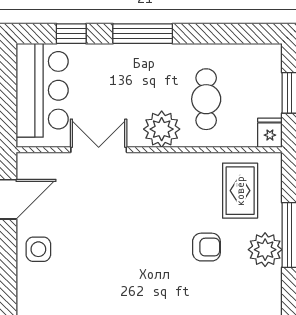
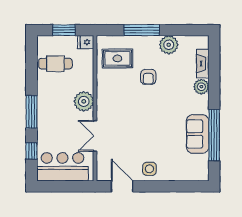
cafe table: (206, 99) -> (55, 64), moved
armchair: (206, 247) -> (148, 77), turned 180
plant: (265, 250) -> (169, 45), moved

